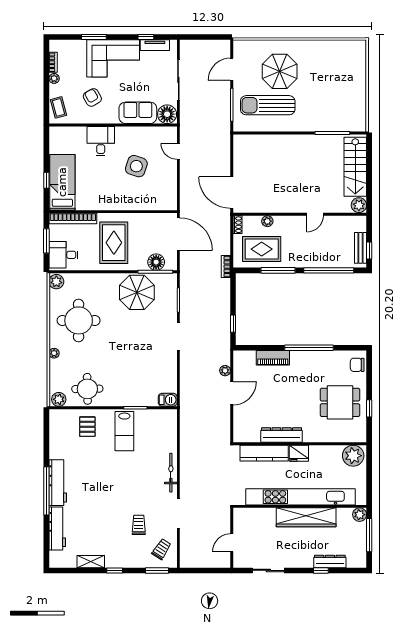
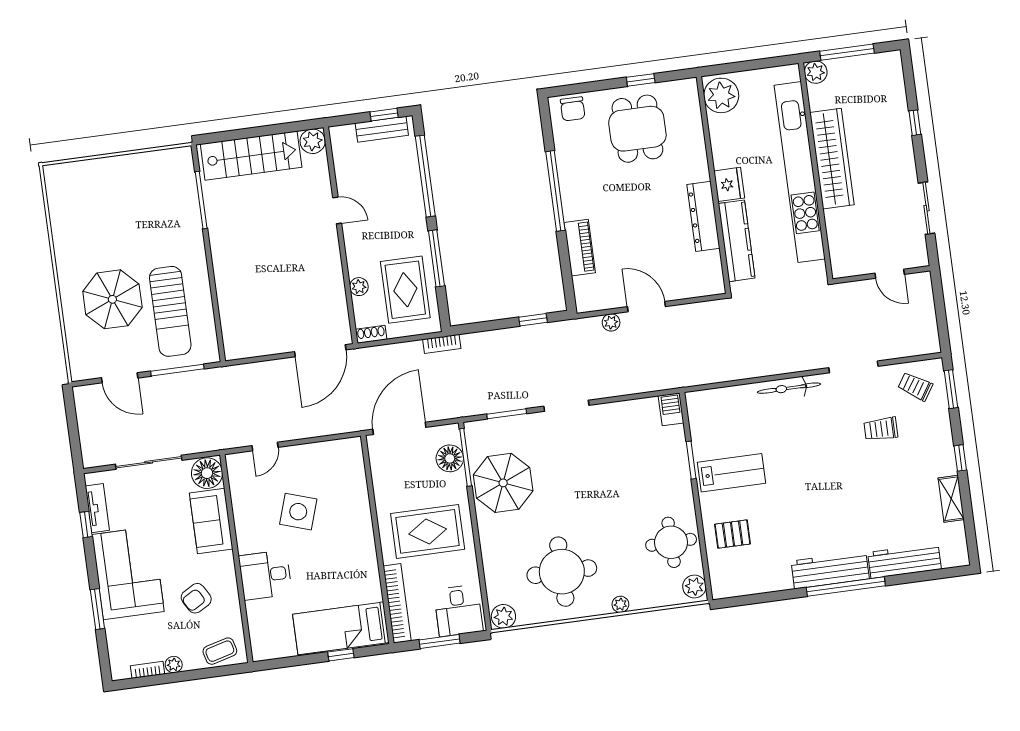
dresser: (330, 561) -> (898, 110), removed

